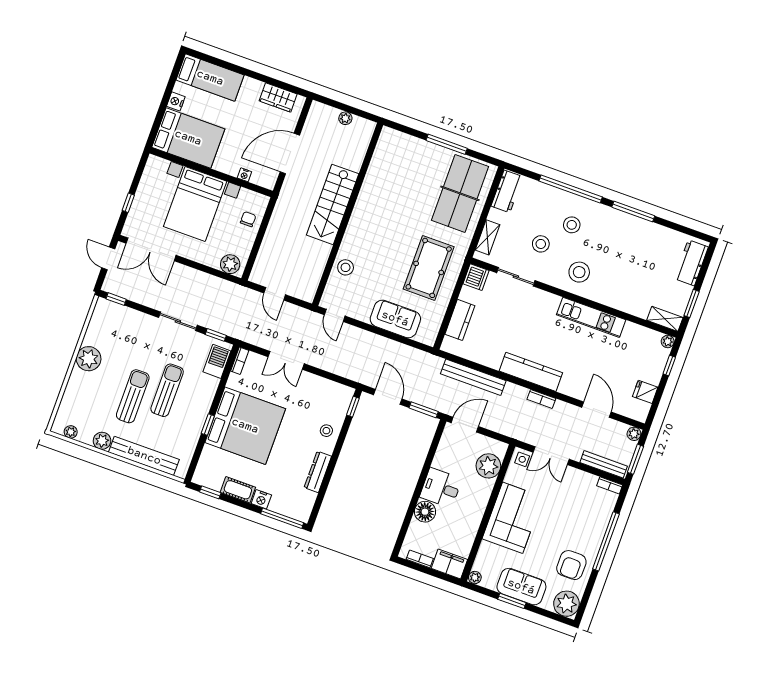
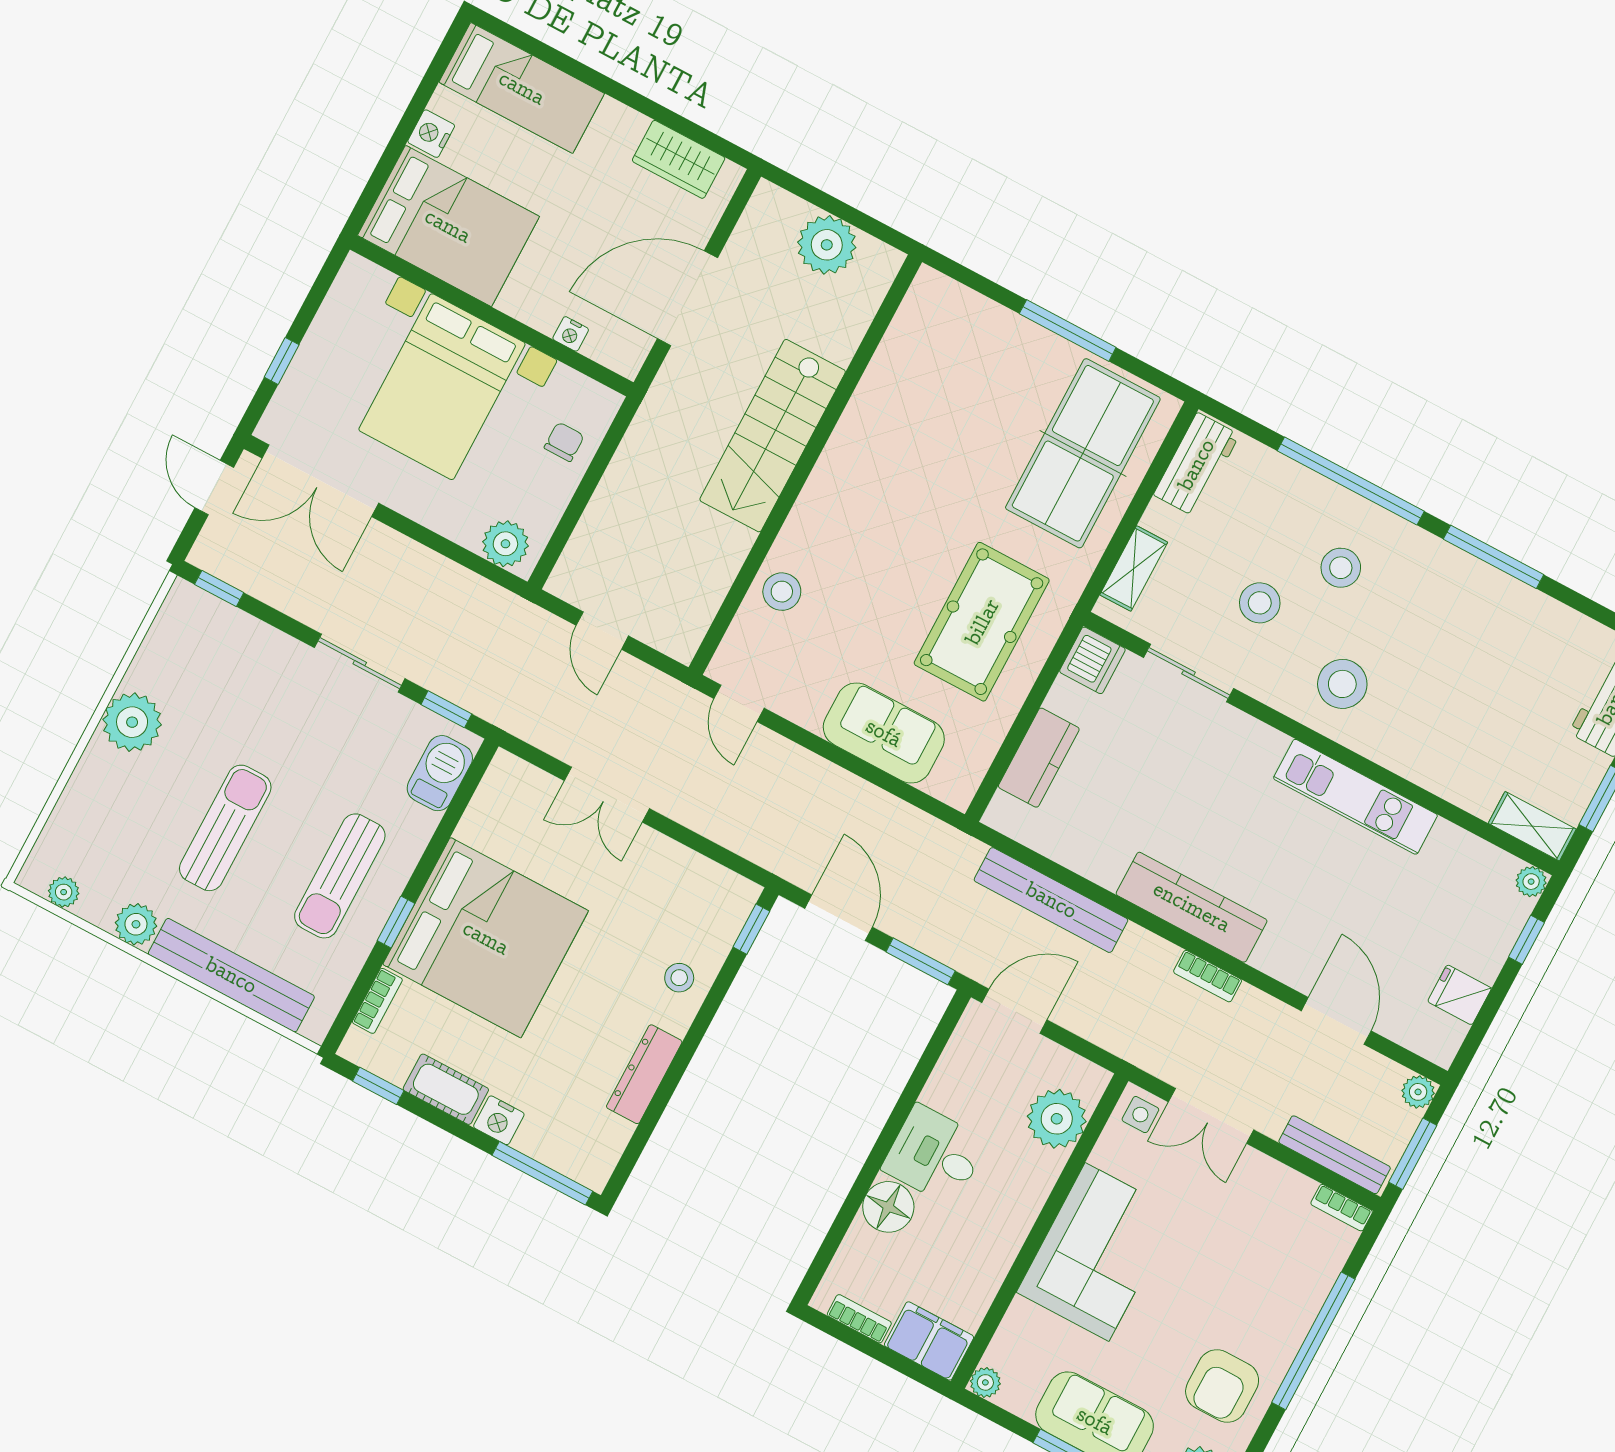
plant: (345, 118) -> (827, 245), width x1.88, depth x1.88
bookcase: (240, 361) -> (377, 1001), moved
sun lounger: (167, 390) -> (340, 876), moved, turned 180

